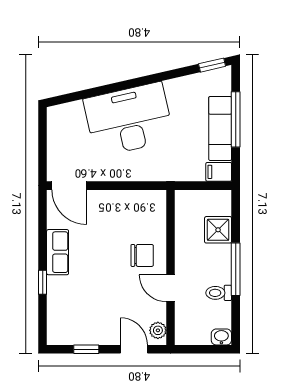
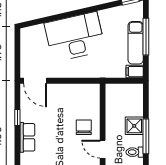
shower: (218, 230) -> (134, 126), moved
row of seats: (58, 252) -> (27, 137), moved
chair: (142, 255) -> (84, 127), turned -90
window: (43, 282) -> (17, 118), moved

